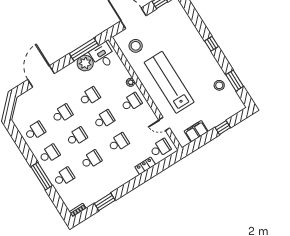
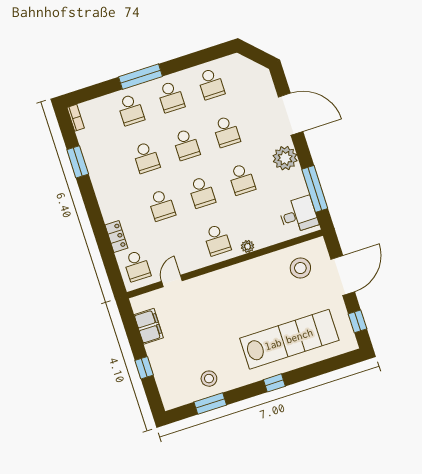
plant: (85, 63) -> (285, 158), moved
lab bench: (169, 82) -> (289, 339), moved

